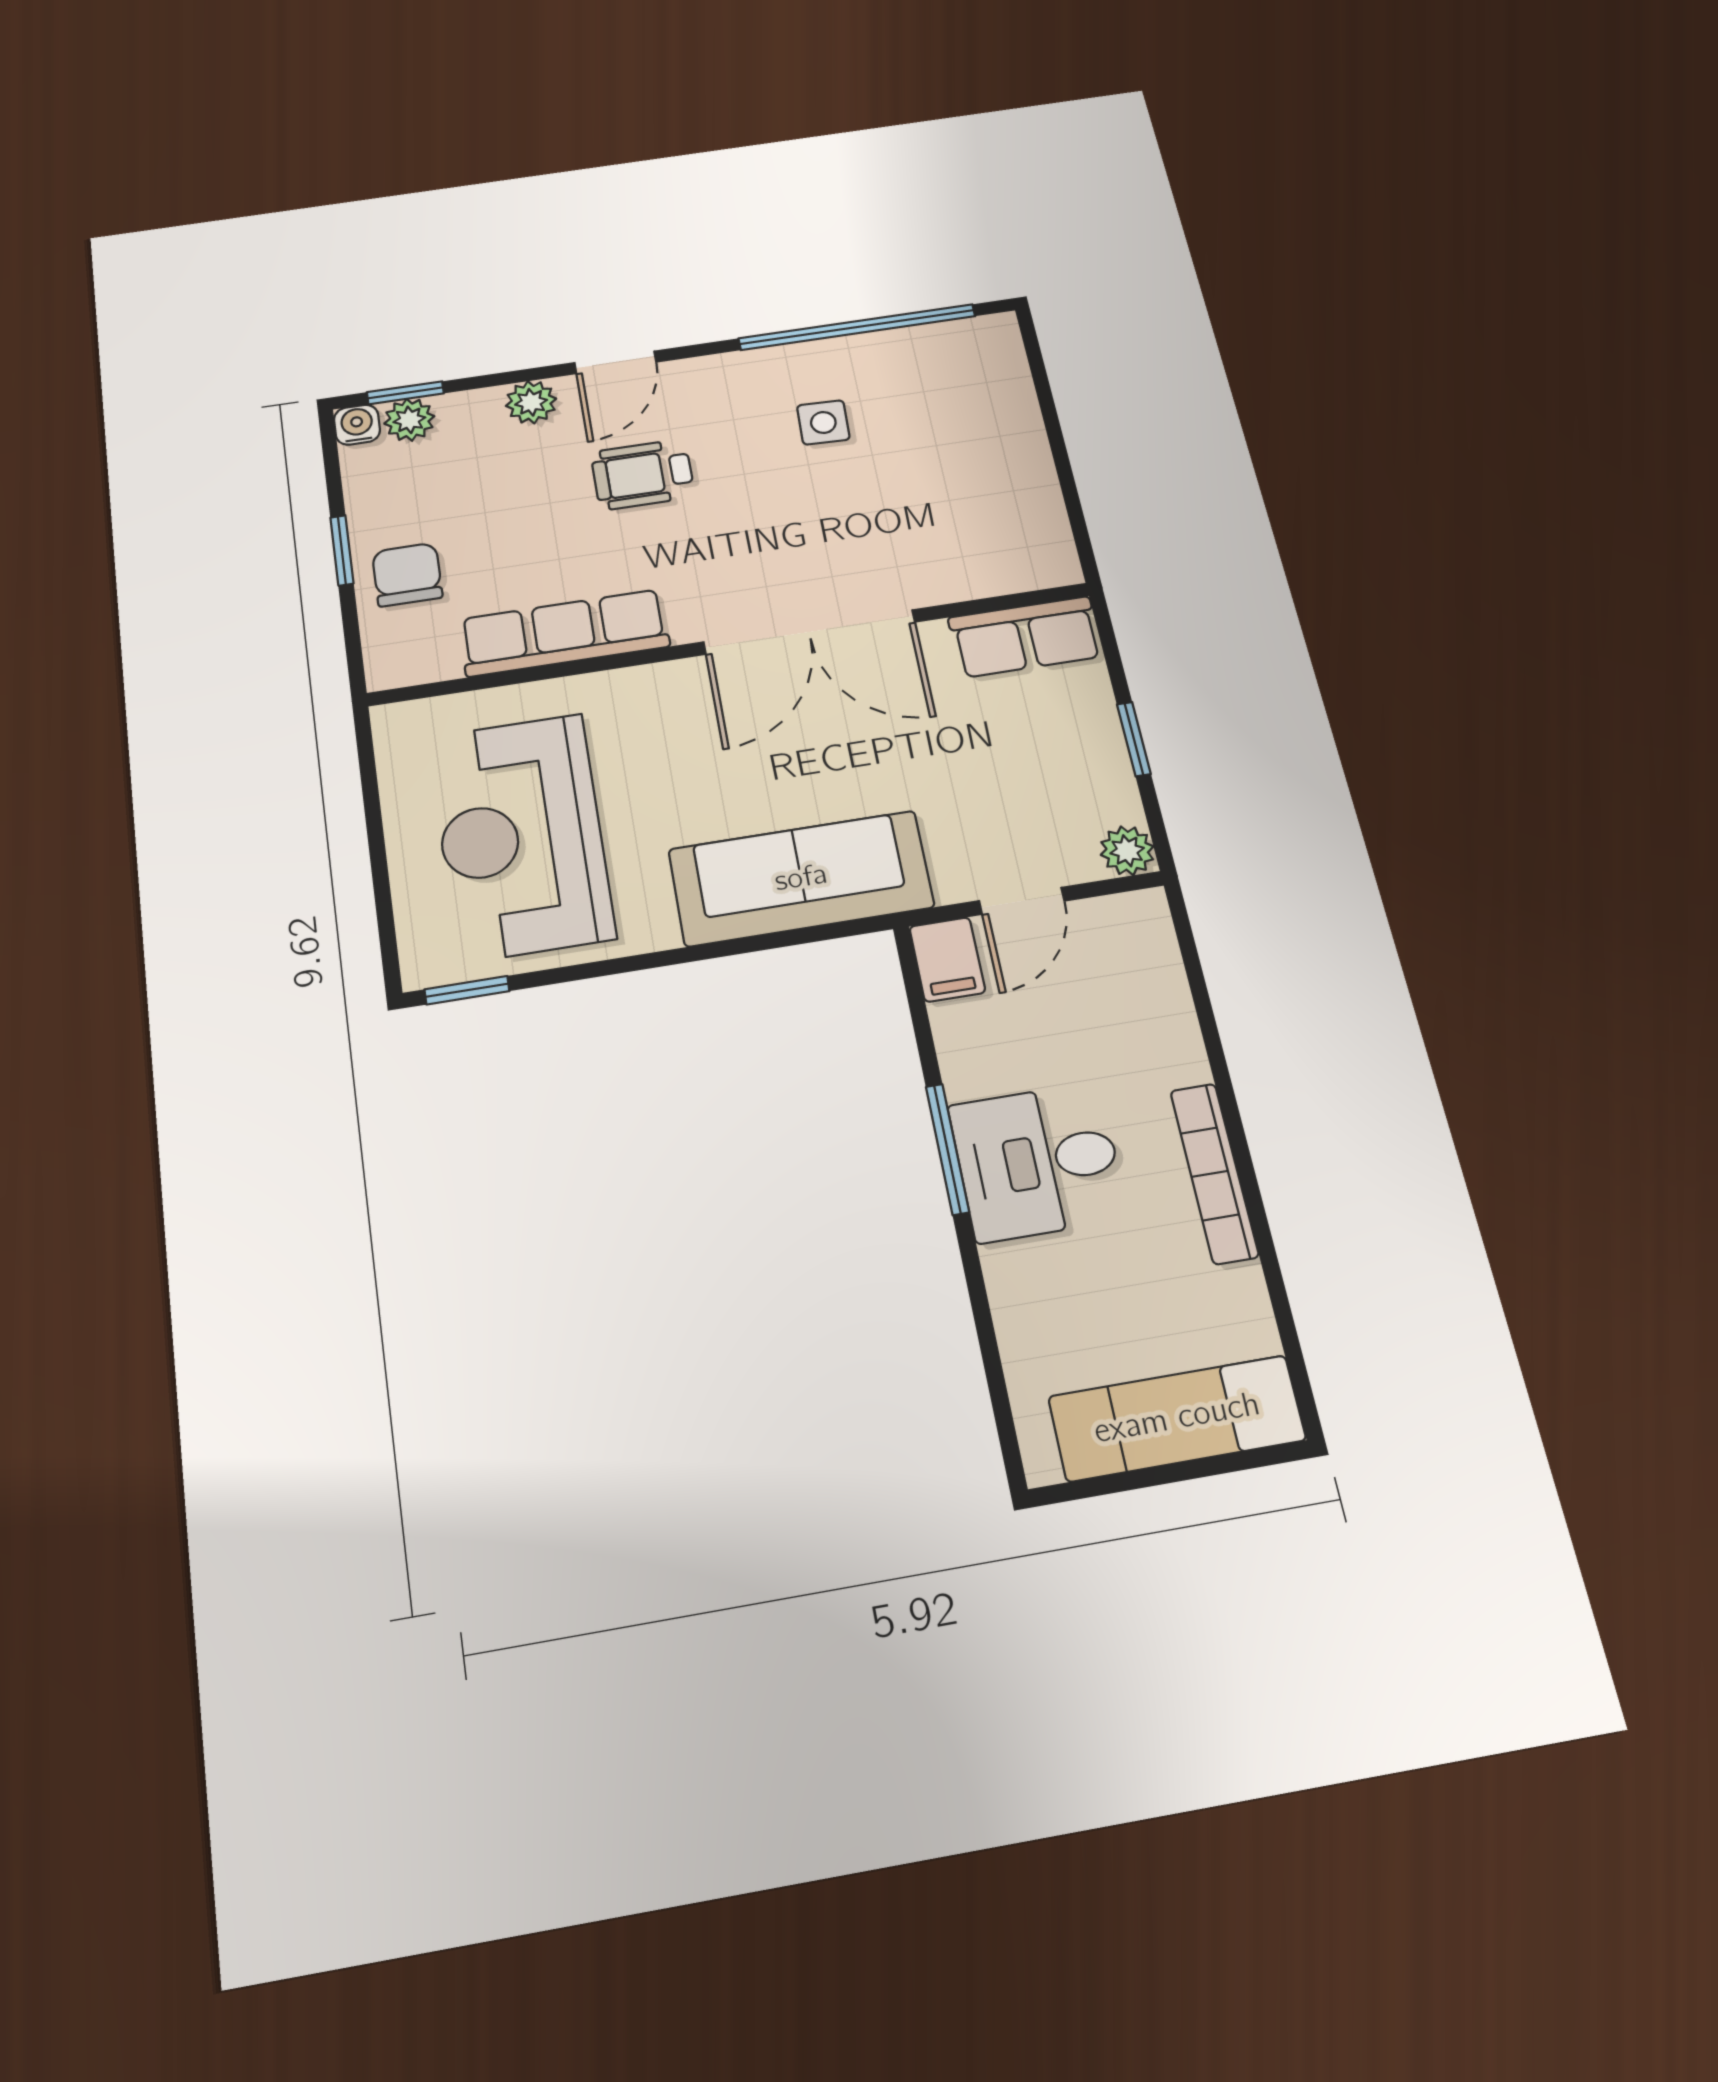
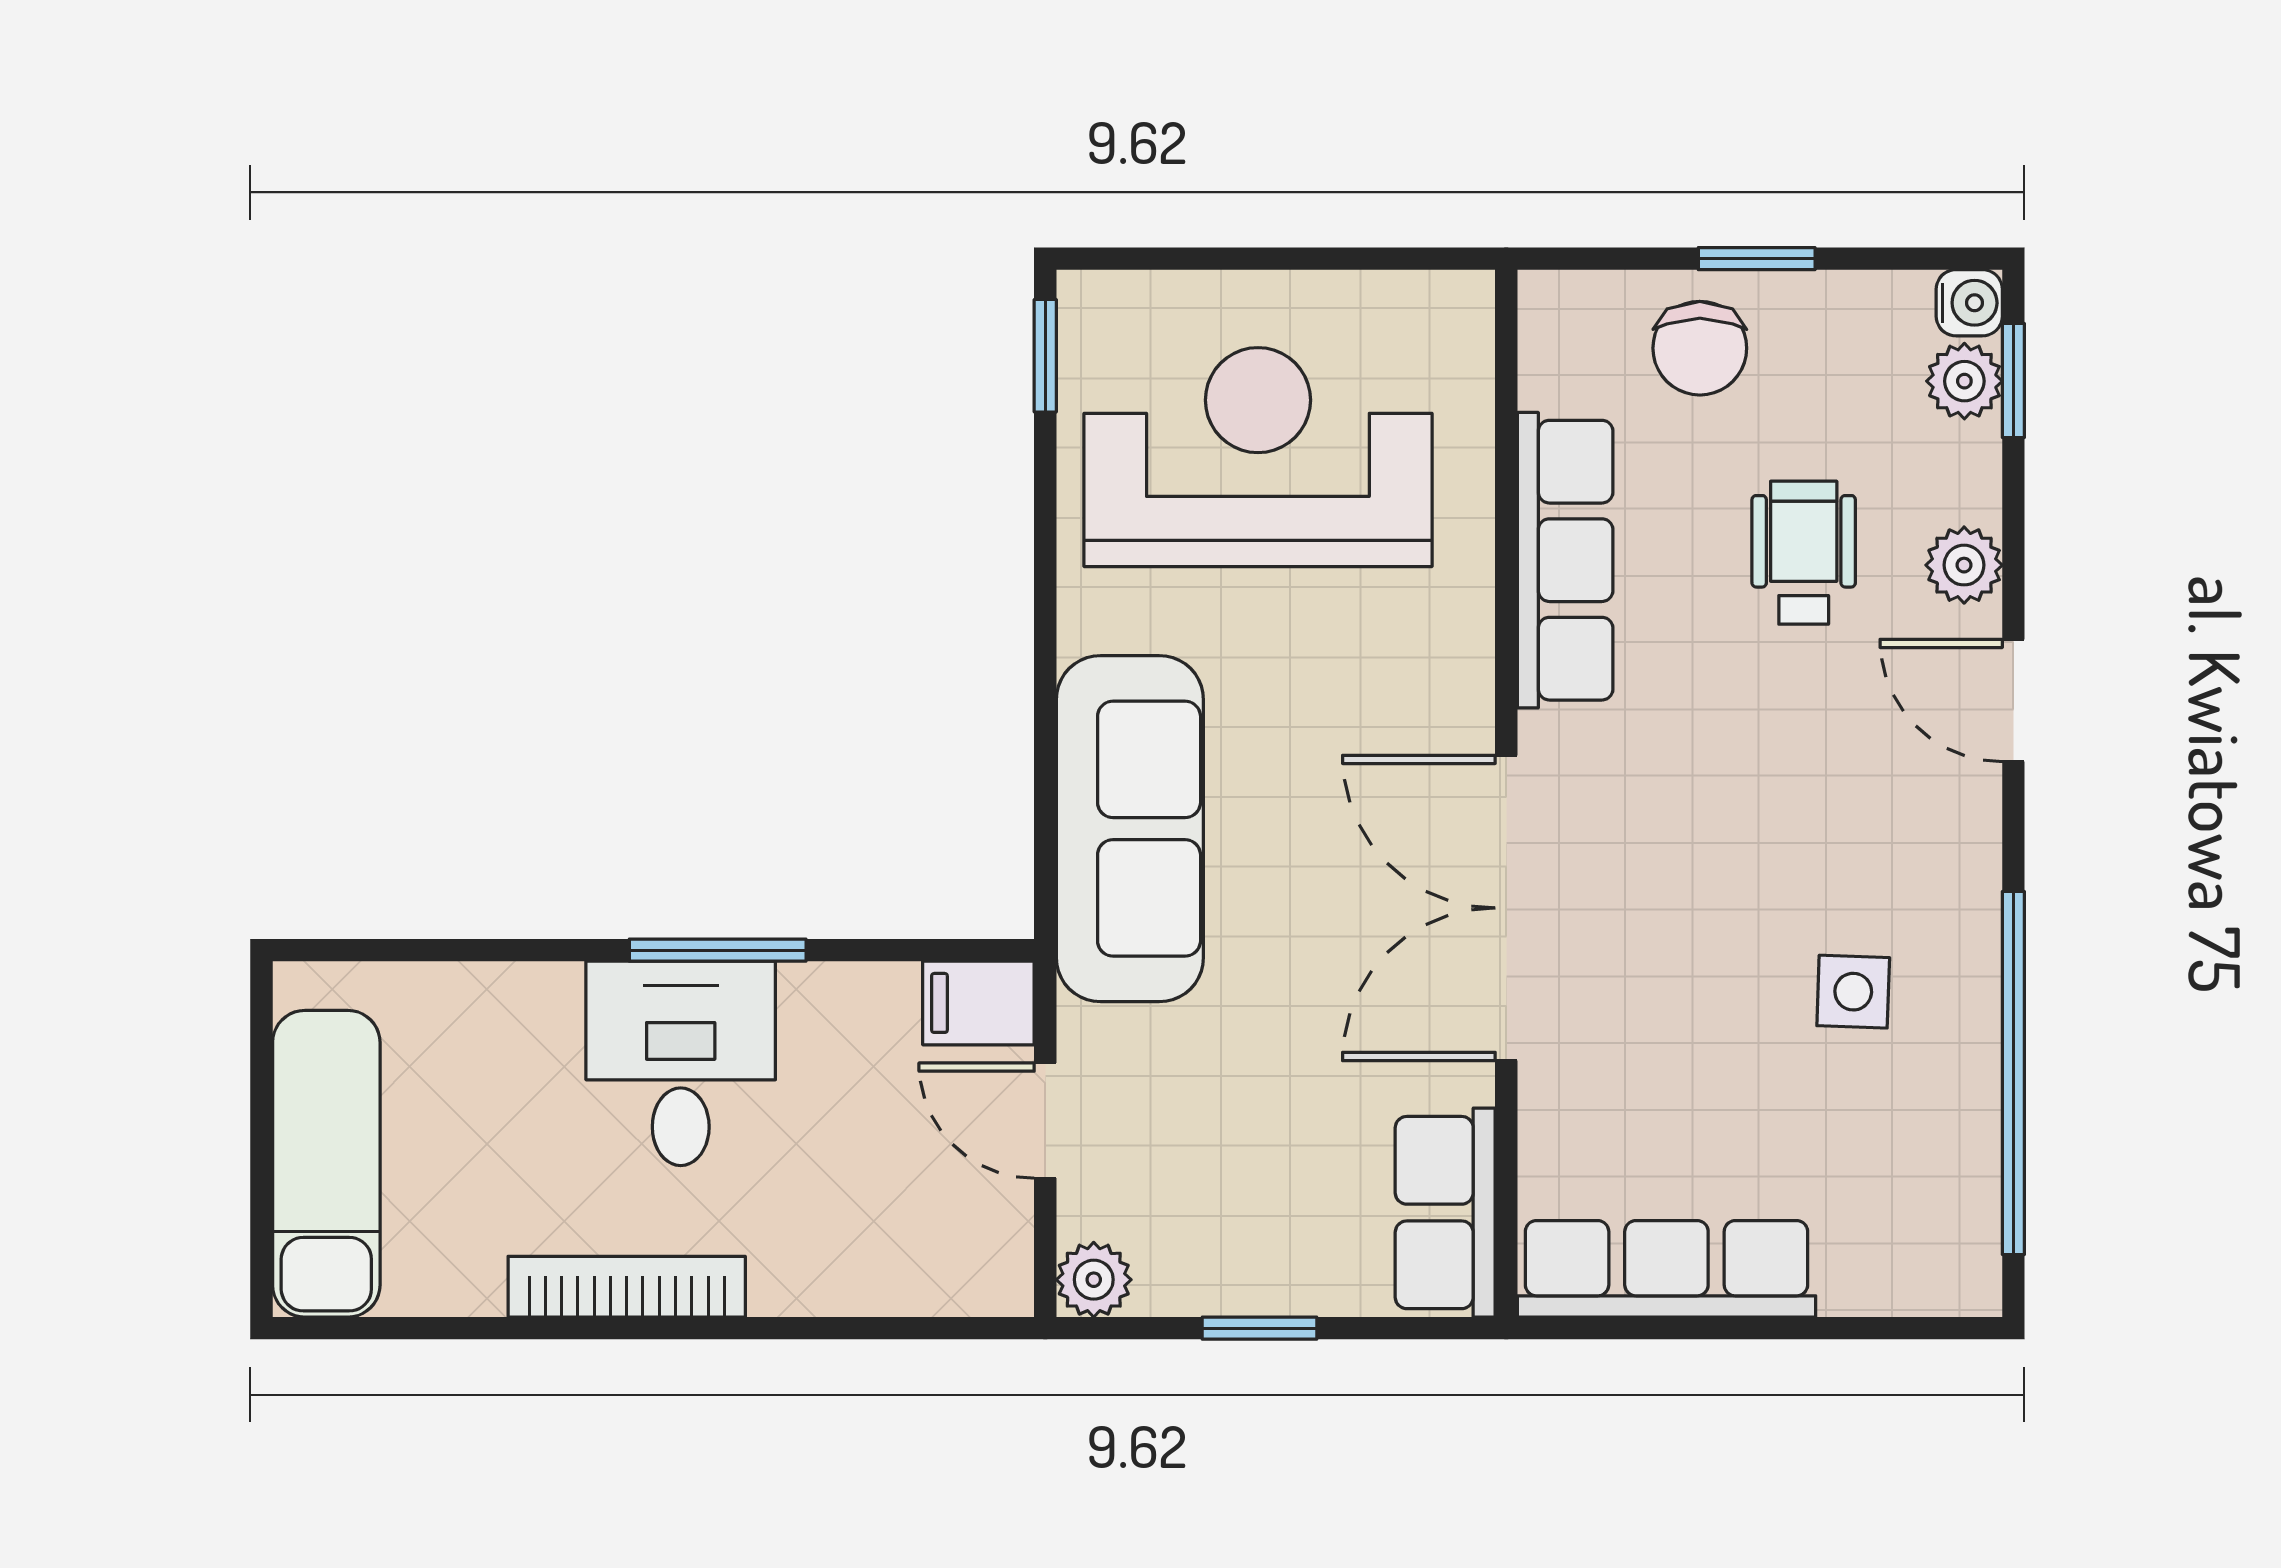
wheelchair: (643, 474) -> (1804, 553), moved
row of seats: (1031, 501) -> (1666, 1269), added
chair: (407, 575) -> (1700, 348), turned 90

